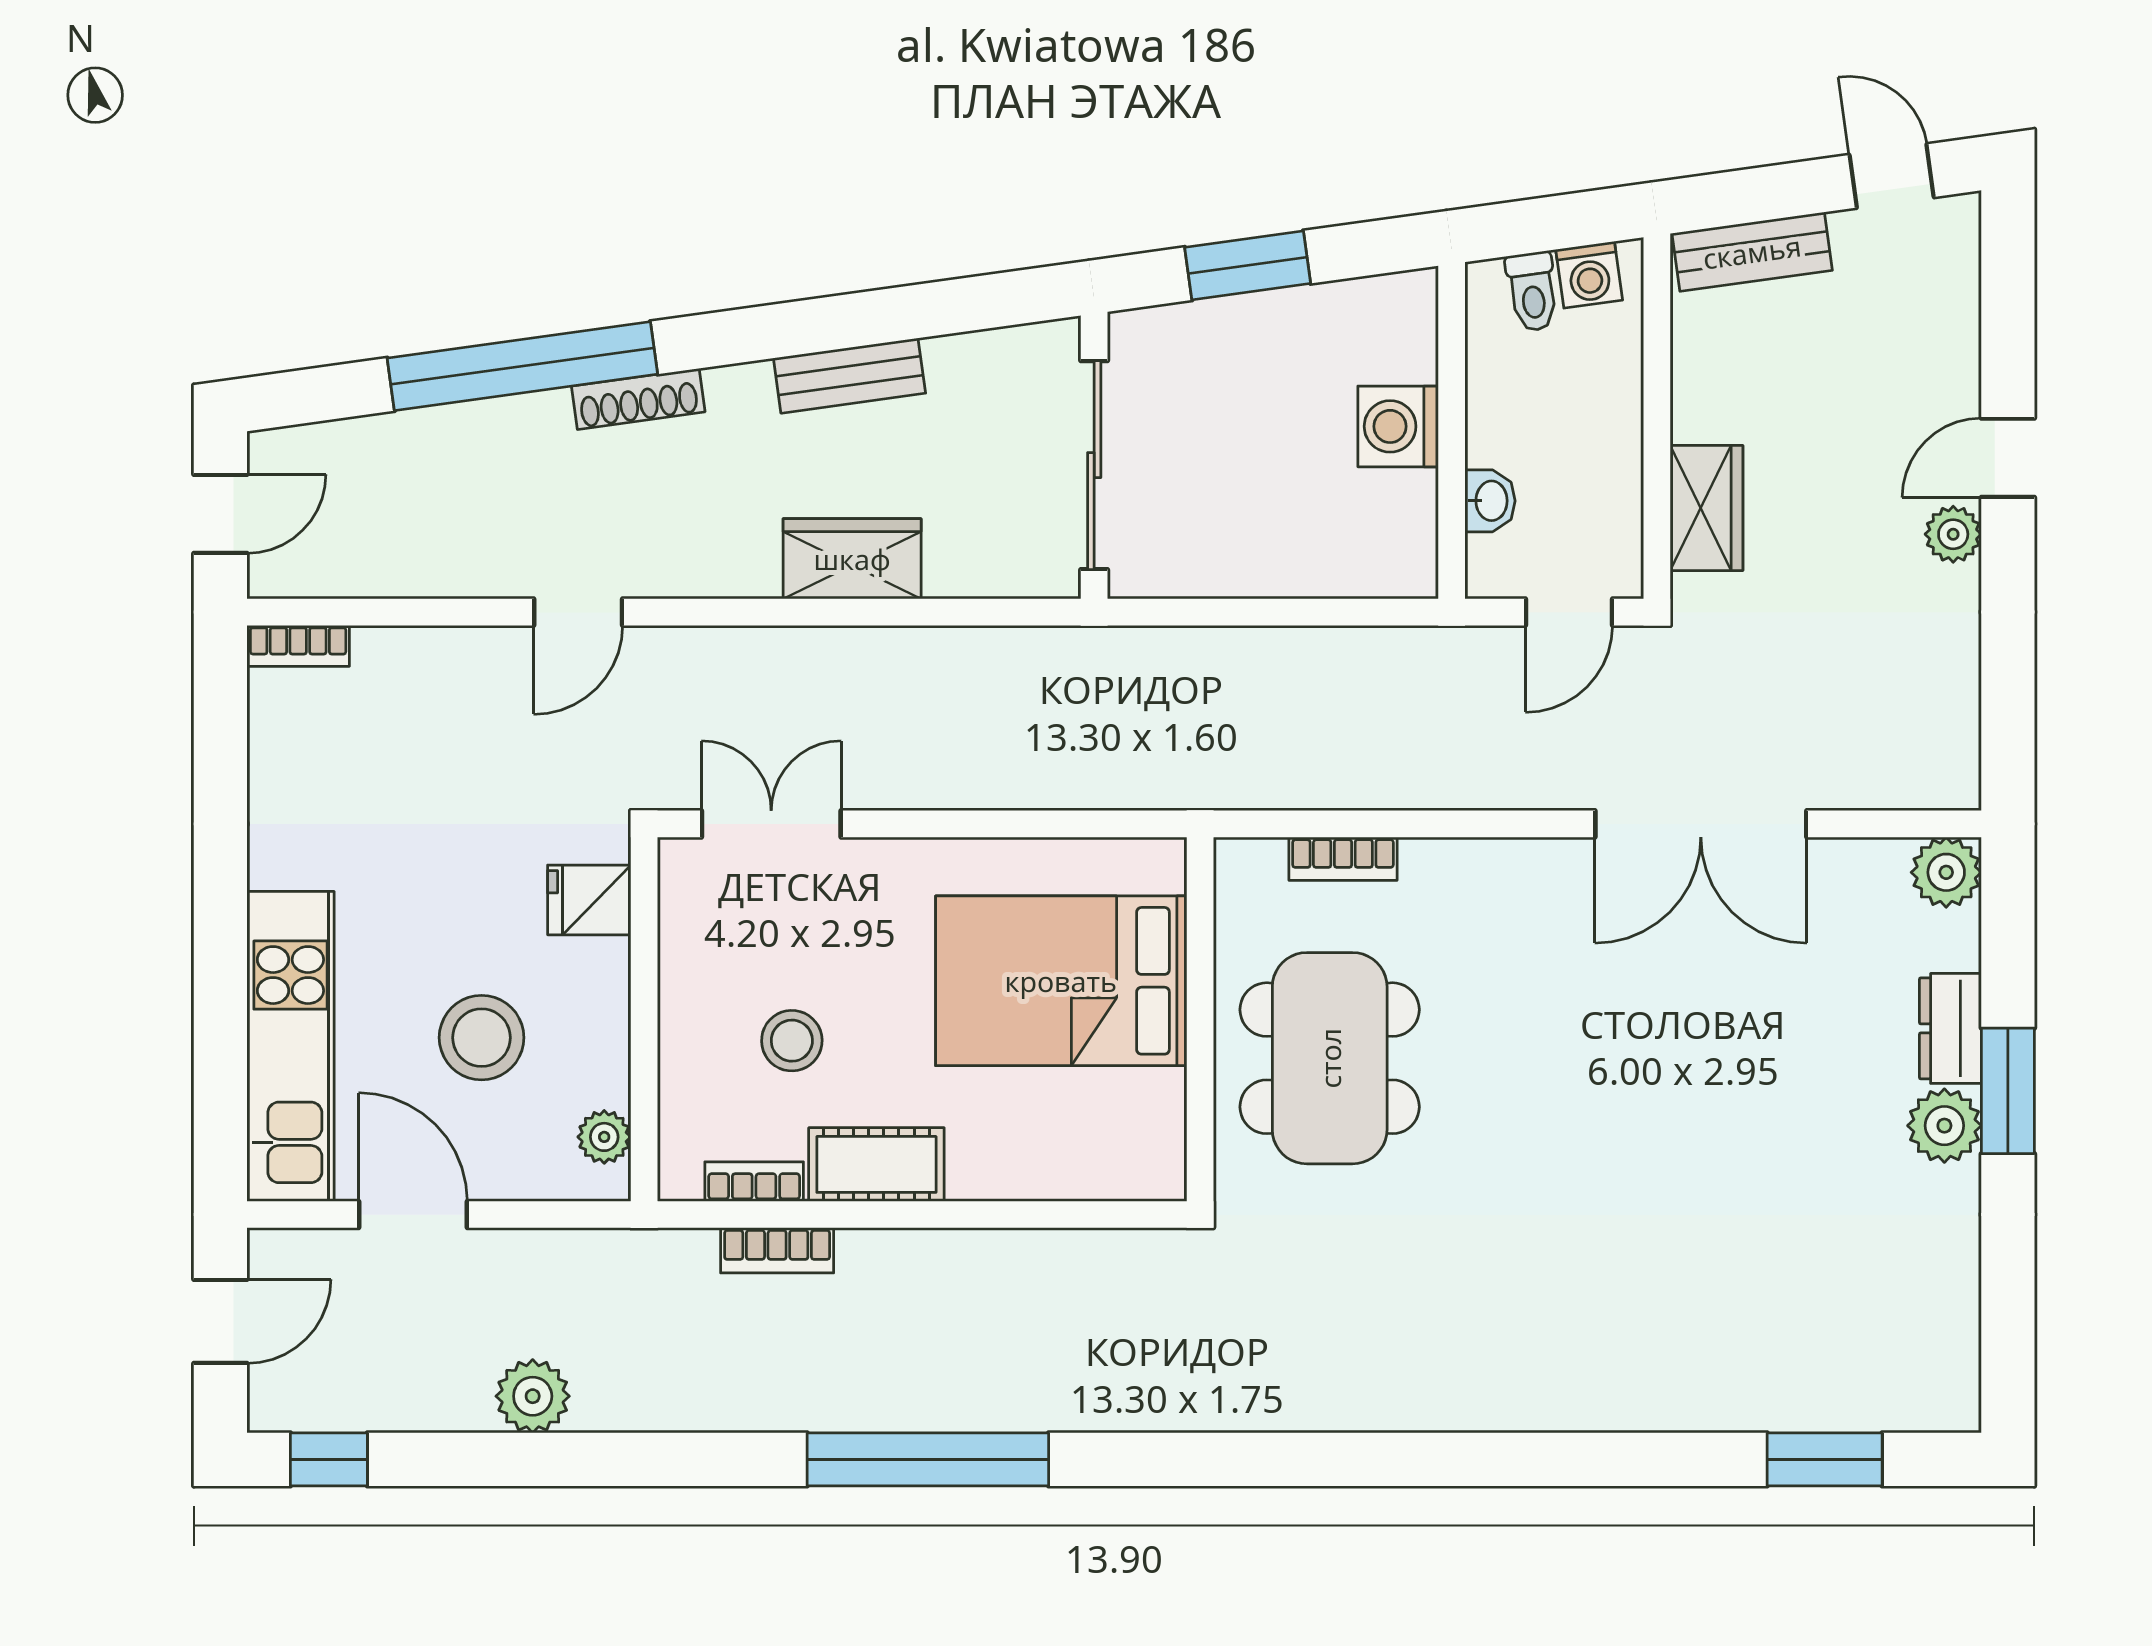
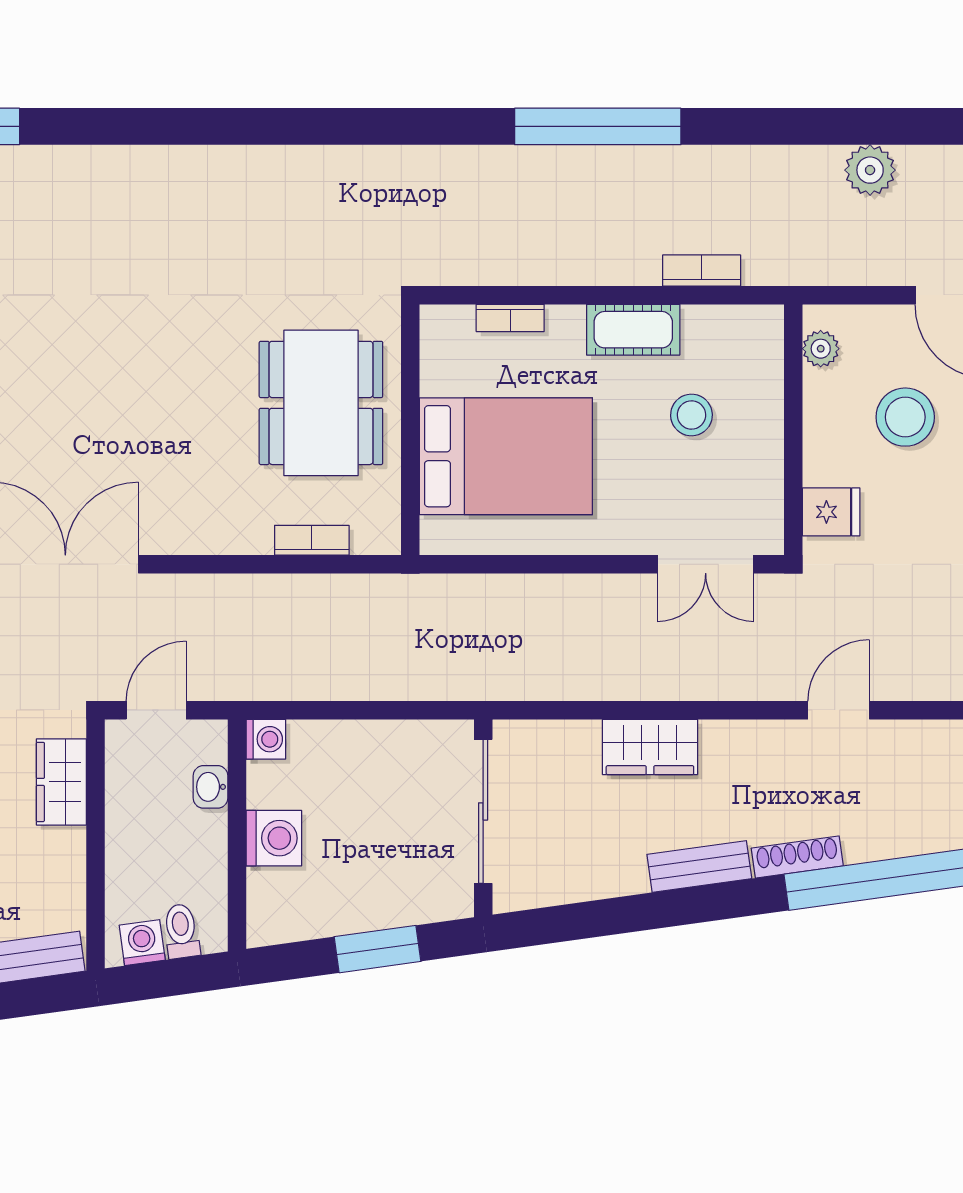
bench: (849, 376) -> (699, 867), moved
washing machine: (1410, 570) -> (266, 739), added
bookcase: (754, 1182) -> (510, 318), moved

